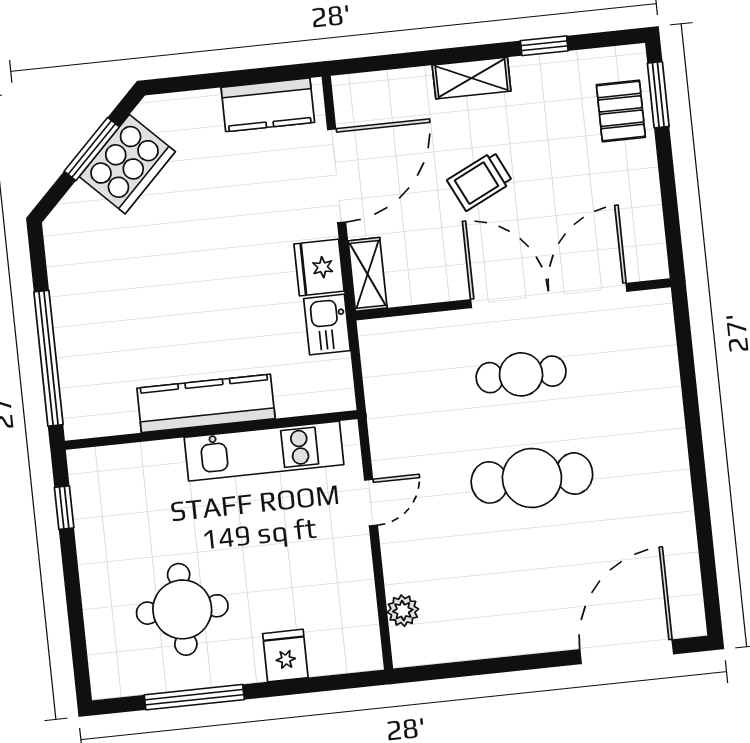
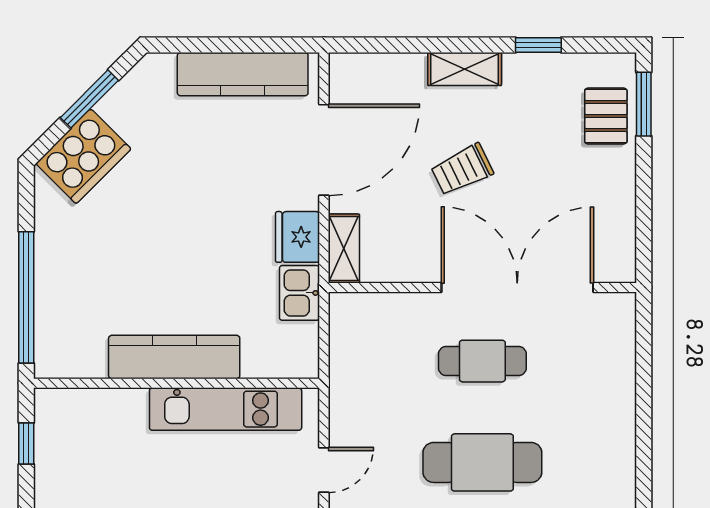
kitchen counter: (268, 105) -> (243, 74), width x1.50
cooker: (127, 164) -> (83, 156), moved

